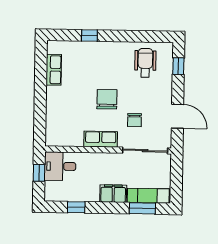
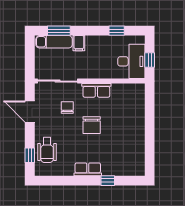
wheelchair: (145, 63) -> (47, 150), moved
row of seats: (54, 70) -> (88, 169), moved, turned 90
desk: (60, 166) -> (131, 61), width x1.37
filing cabinet: (113, 194) -> (79, 43), width x0.50

